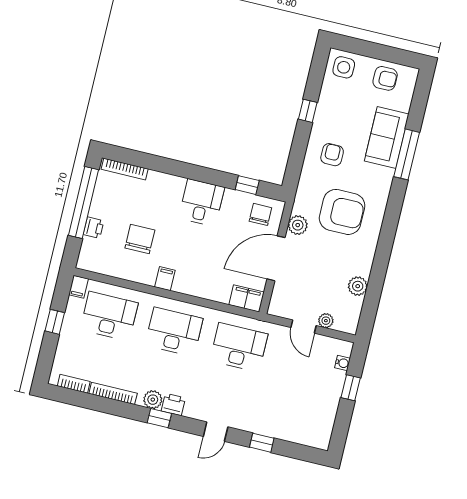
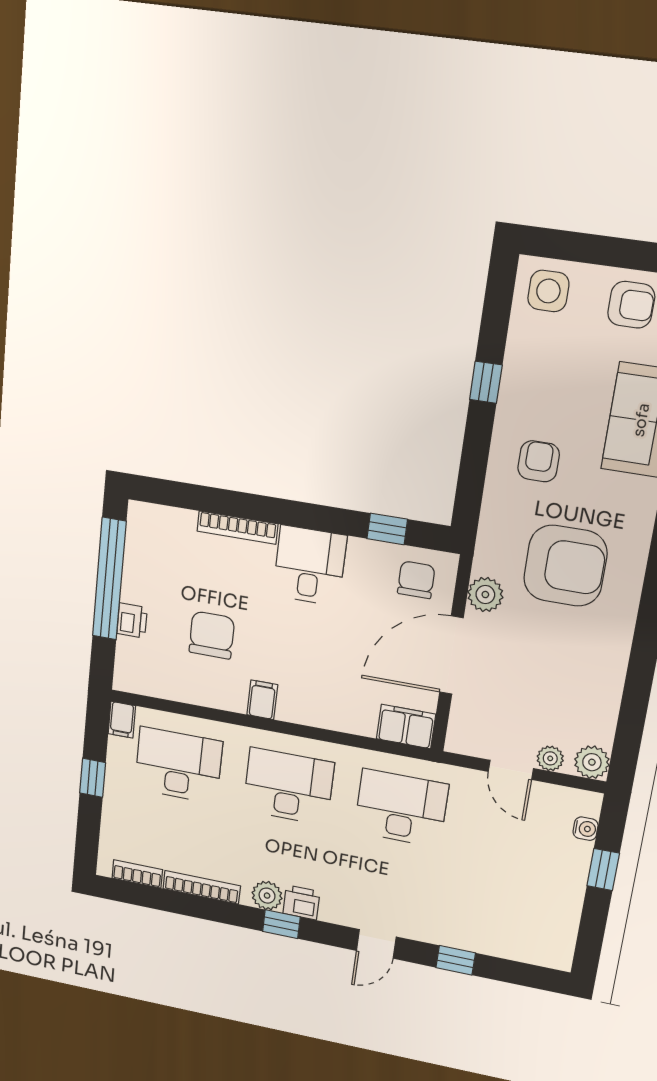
bookcase: (125, 169) -> (237, 528), moved
plant: (358, 286) -> (592, 762), moved

